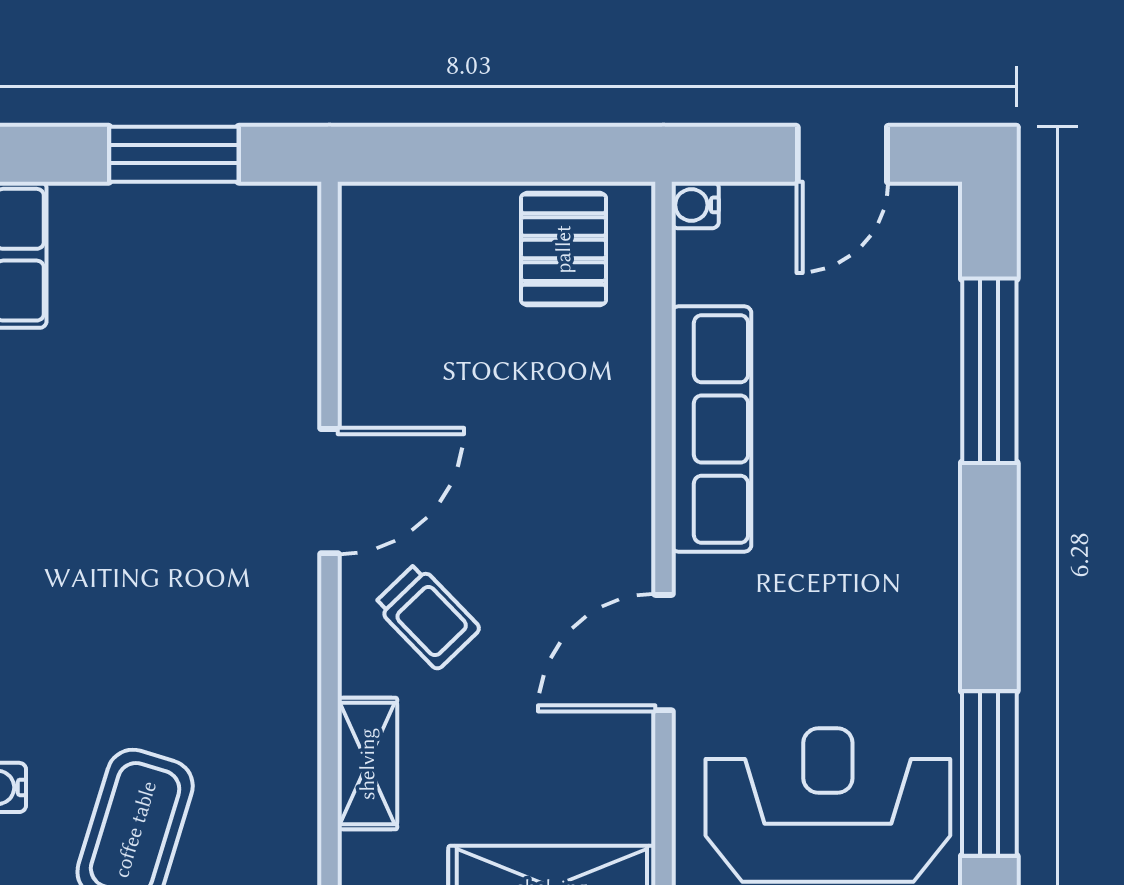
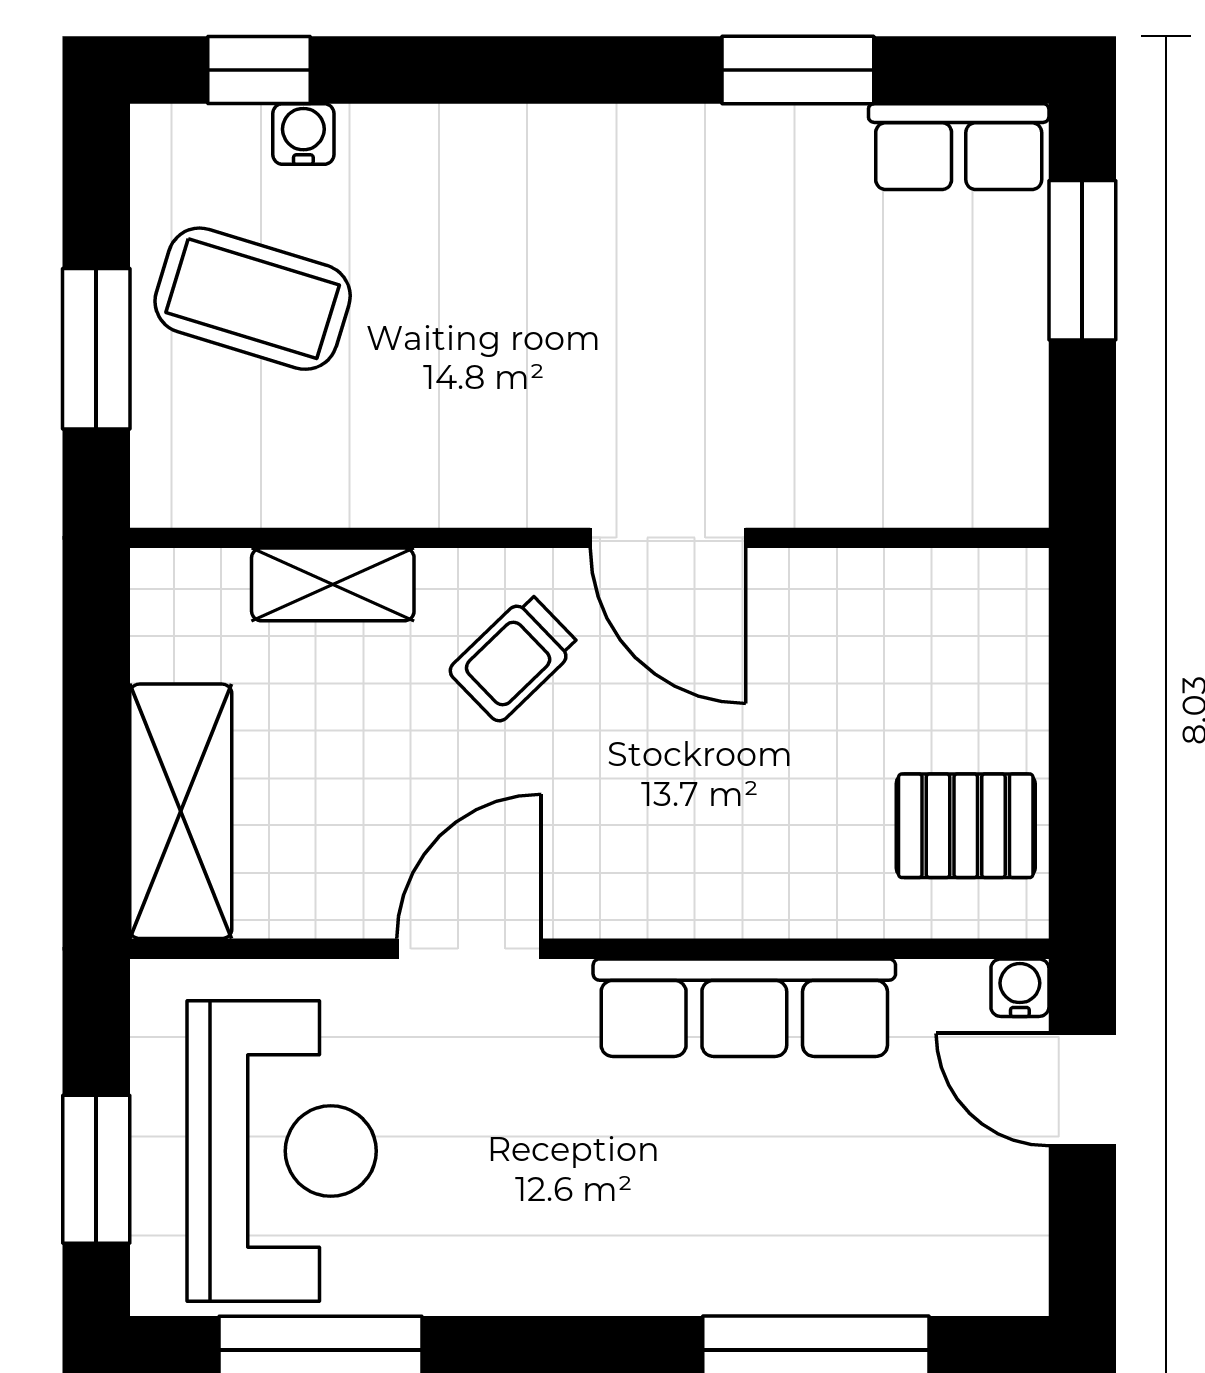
window: (174, 154) -> (1082, 260), moved
door: (842, 154) -> (1082, 1090), moved
door: (663, 653) -> (469, 949), hinge flipped

